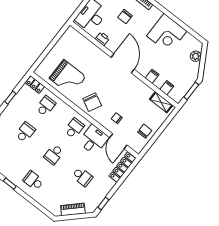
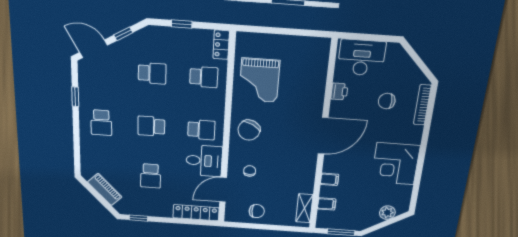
school desk: (33, 181) -> (101, 123), turned 180

